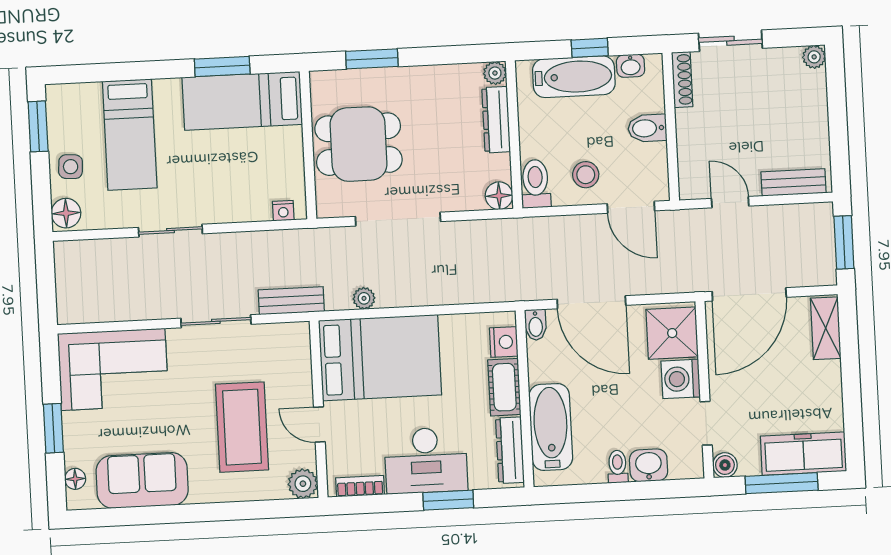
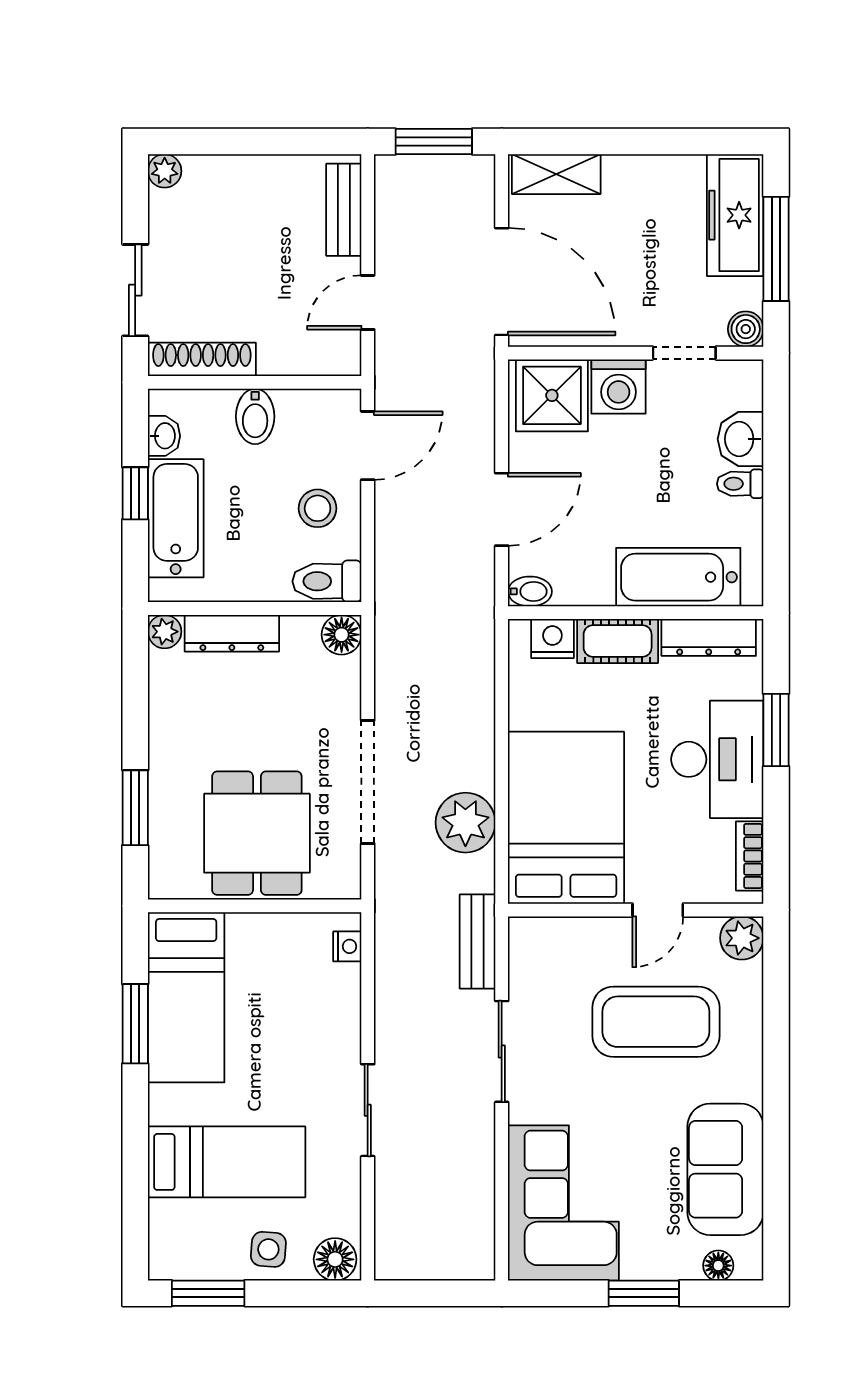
shoe rack: (682, 80) -> (202, 359), width x1.36, depth x1.24
plant: (364, 298) -> (465, 823), width x1.88, depth x1.88
door: (591, 302) -> (502, 509), width x0.73

